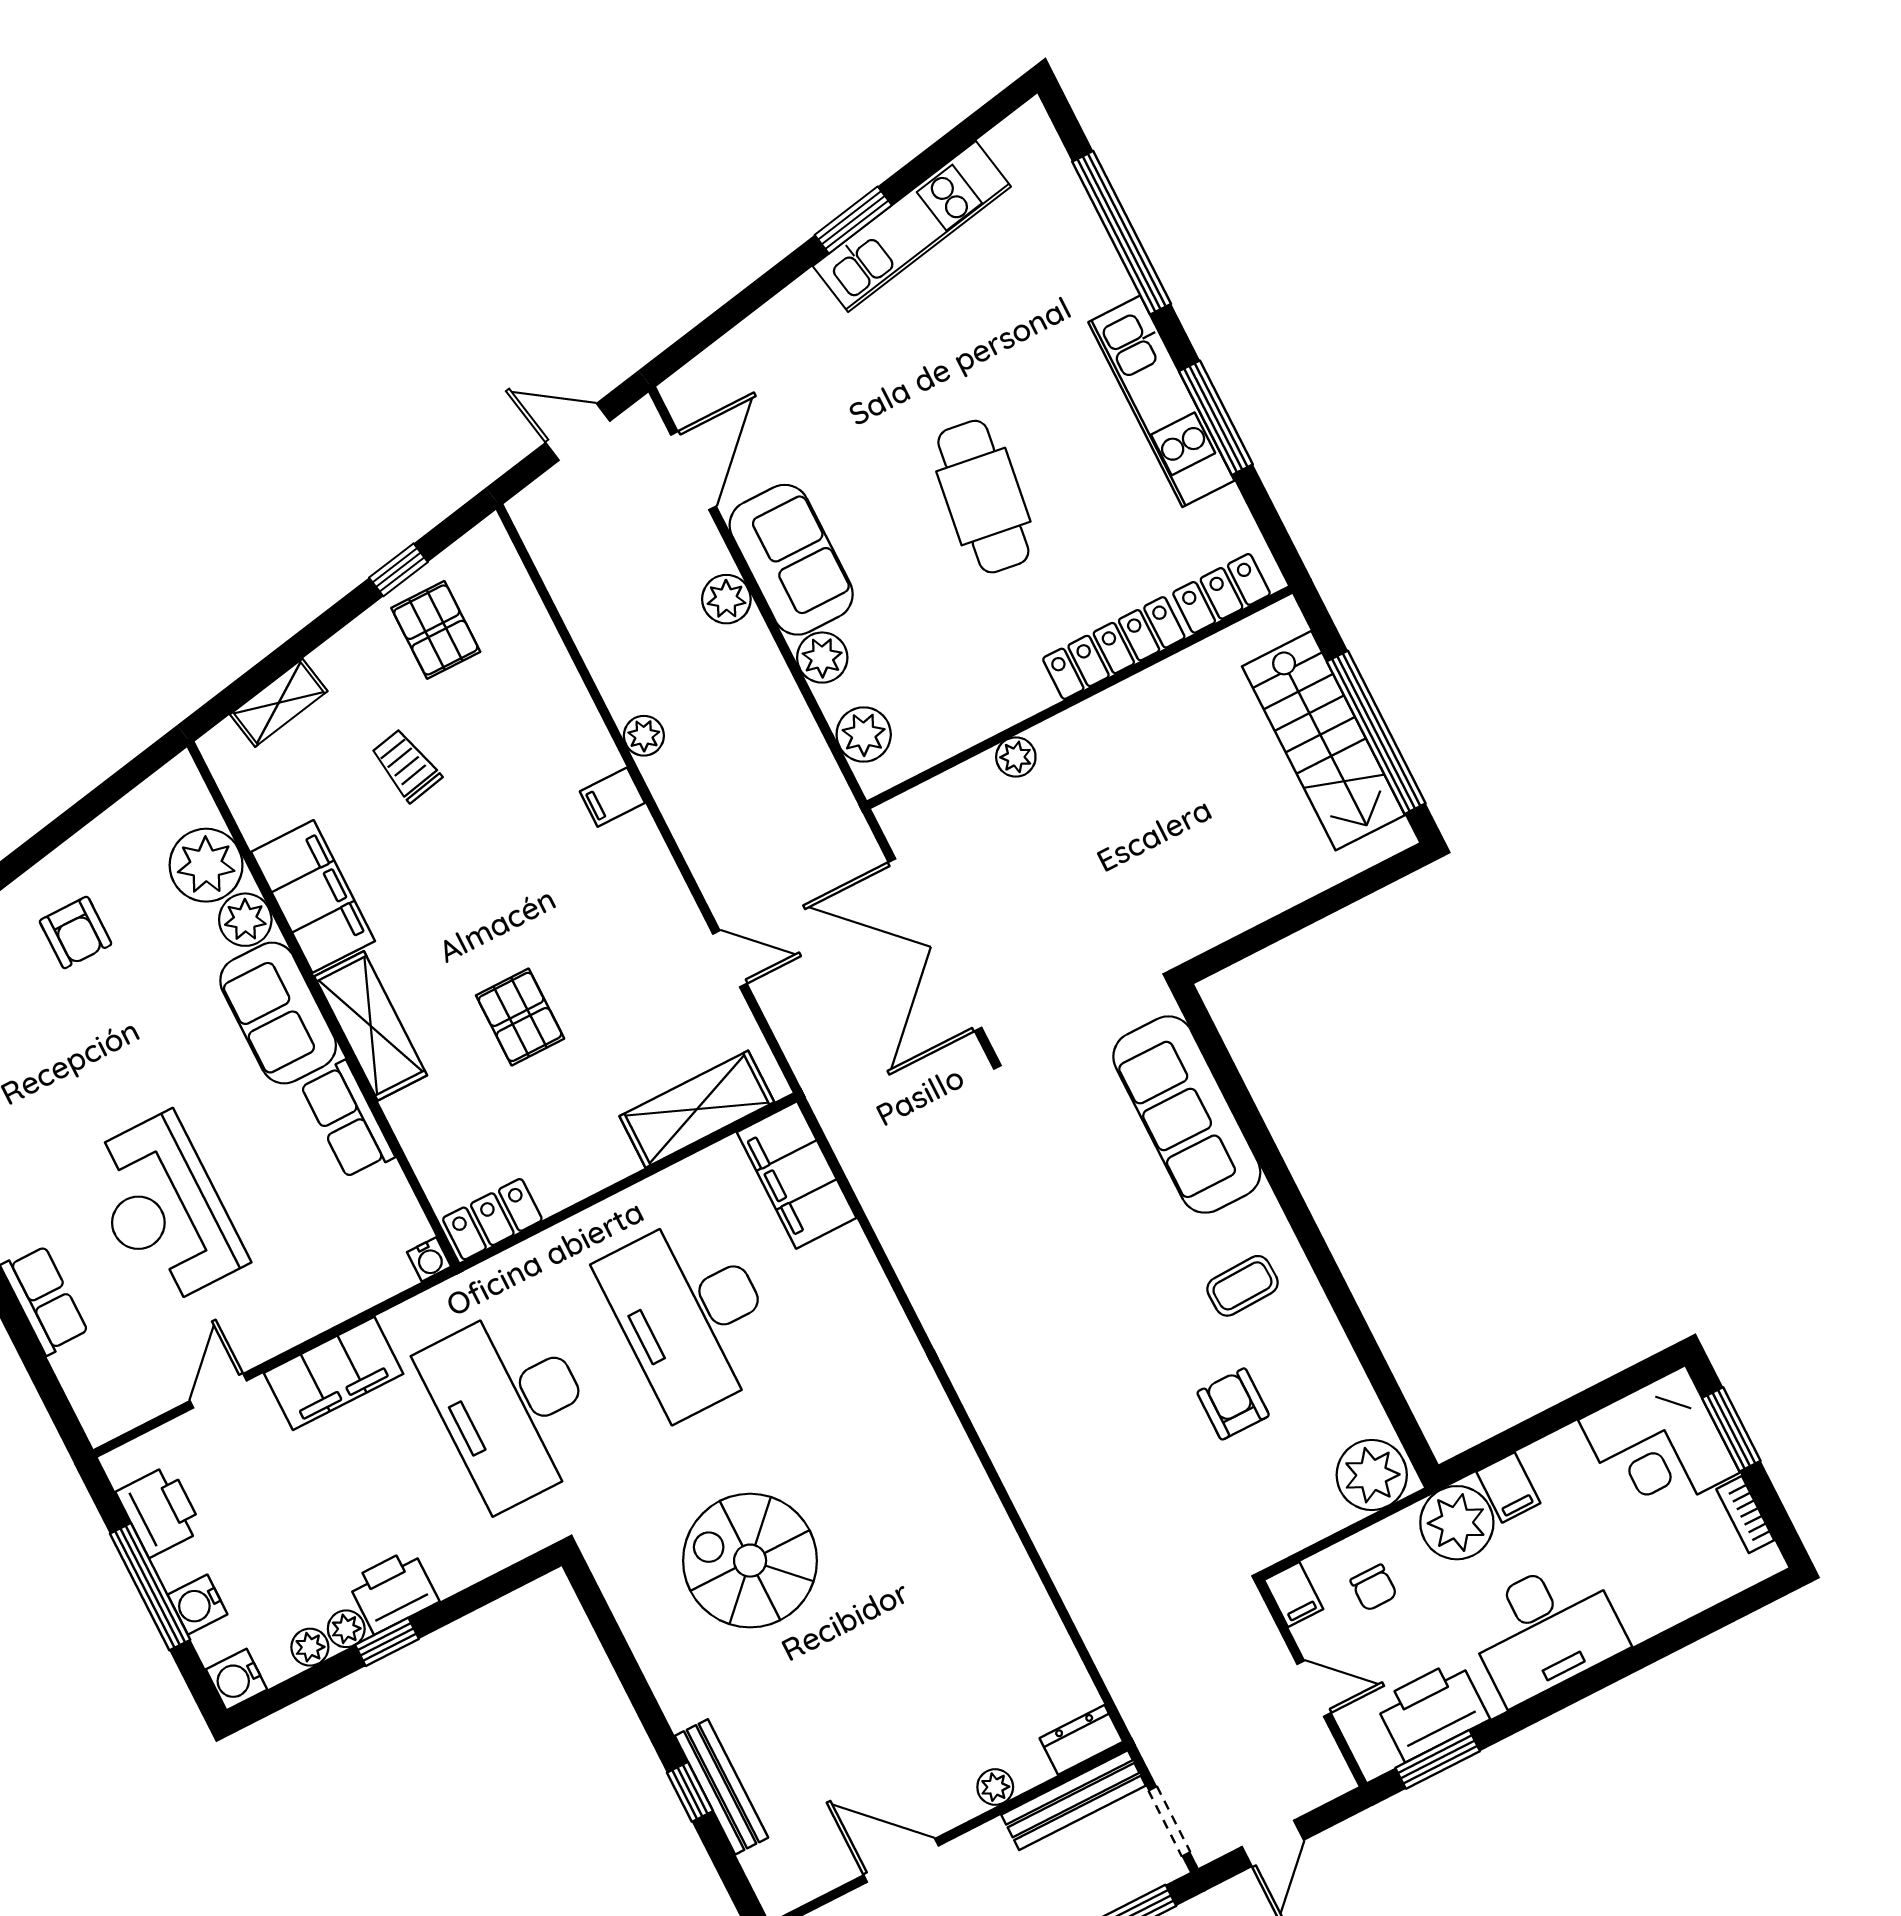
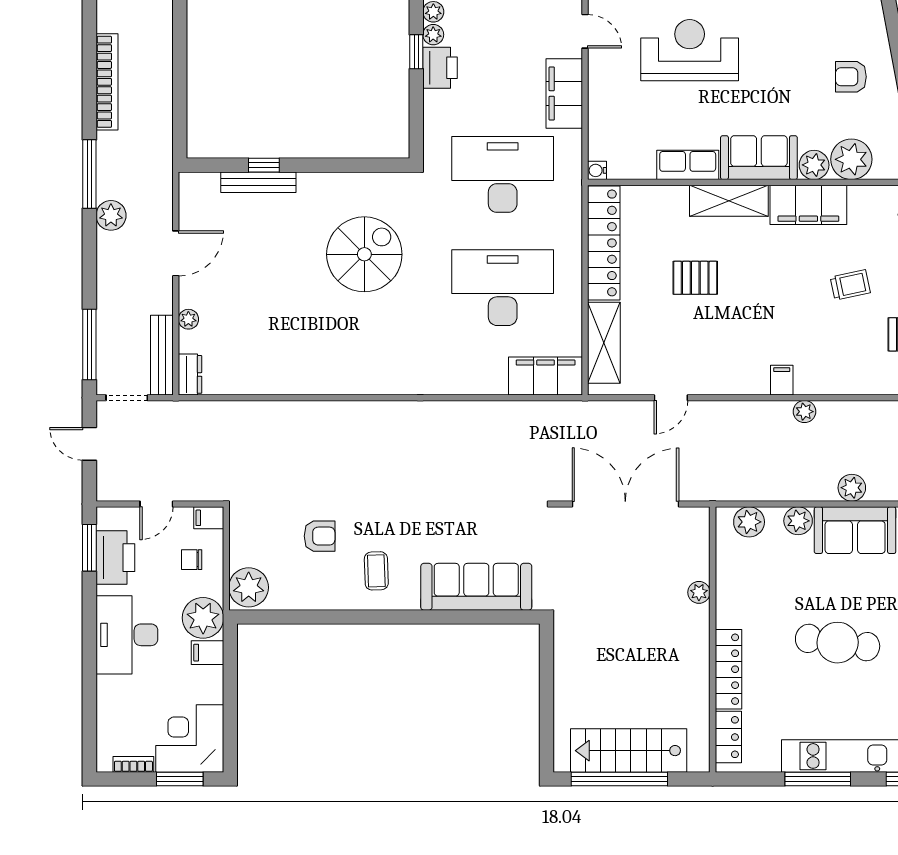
locker: (492, 1219) -> (604, 243), width x2.16, depth x1.21

